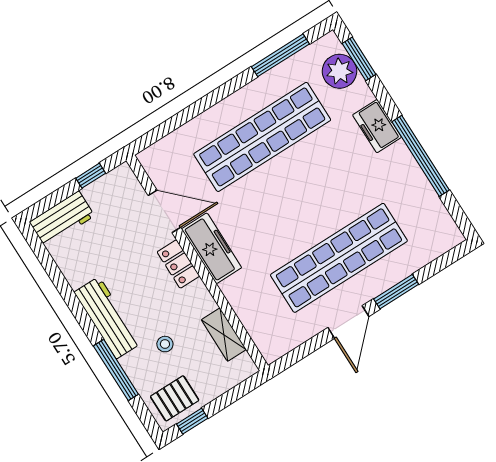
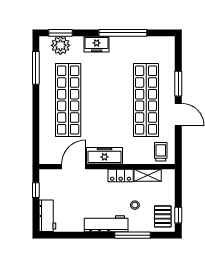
locker: (178, 264) -> (121, 176), moved
trolley: (273, 332) -> (161, 152), added

